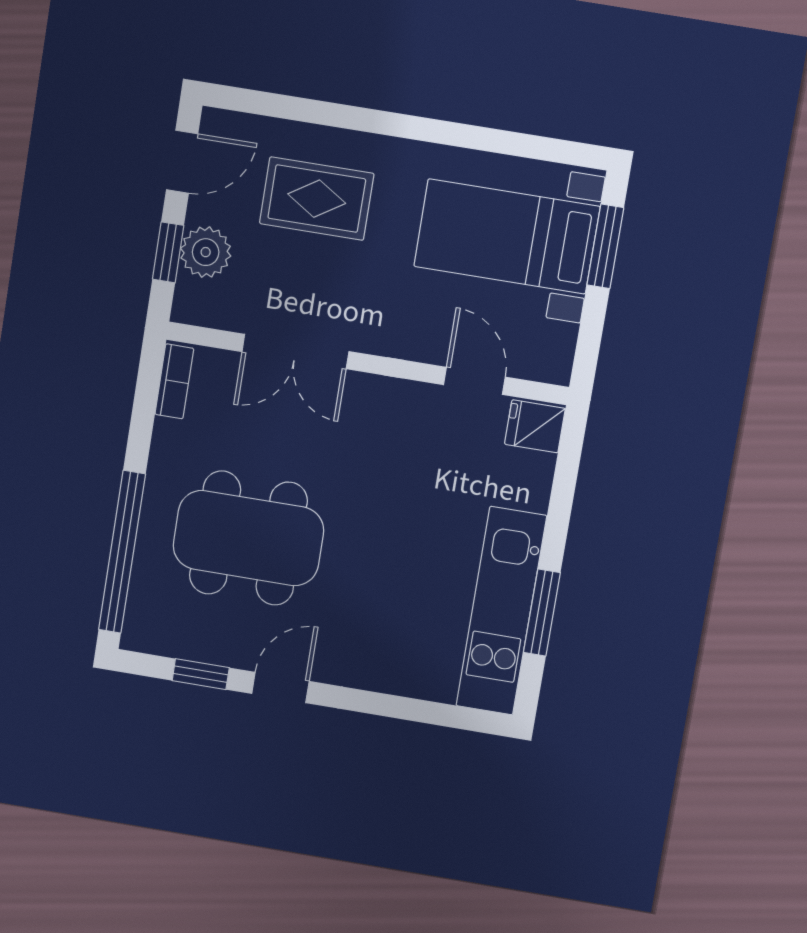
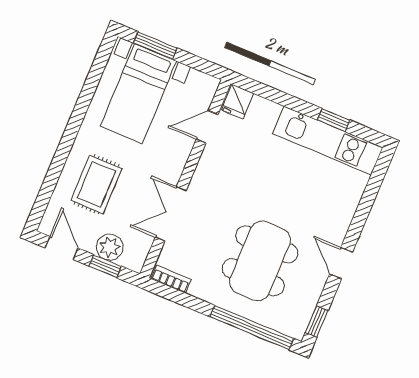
double door: (295, 352) -> (171, 214), swing flipped
window: (542, 613) -> (333, 120), width x0.67
window: (201, 674) -> (317, 321), moved

